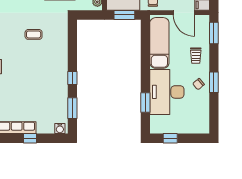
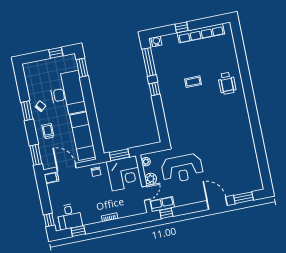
coffee table: (34, 34) -> (193, 82), moved
window: (145, 103) -> (82, 68), moved
window: (72, 108) -> (149, 62), width x1.44

